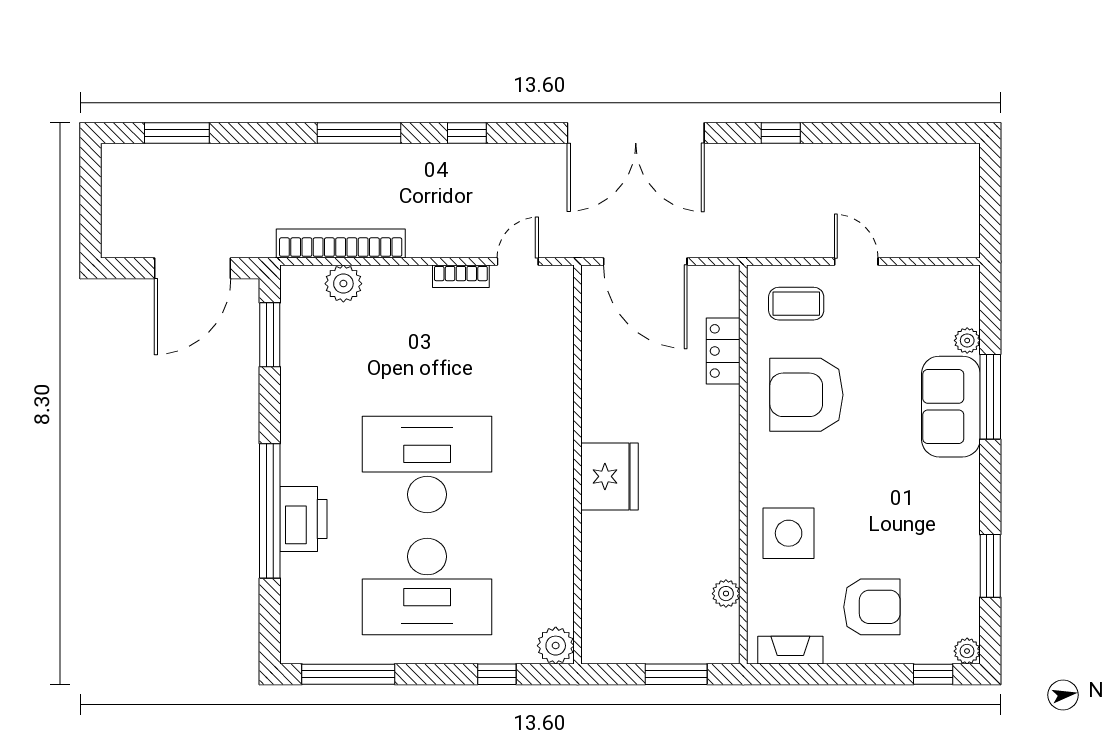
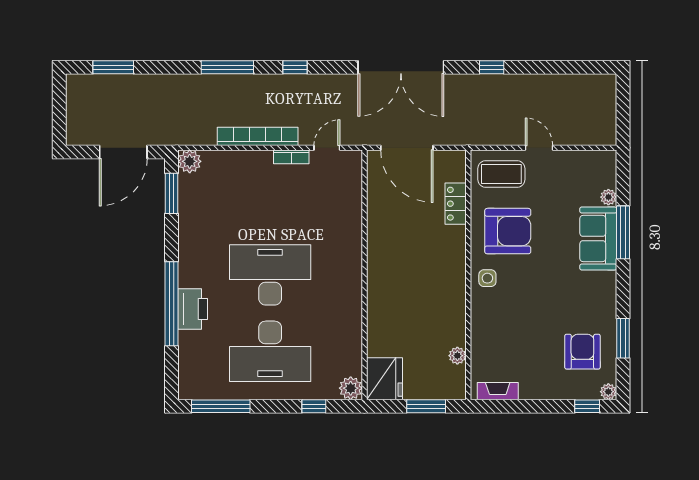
bookcase: (341, 244) -> (258, 136), moved
plant: (343, 284) -> (190, 161), moved
coffee table: (796, 304) -> (501, 174), width x1.36, depth x1.30
armchair: (806, 395) -> (508, 231), turned 180
fridge: (610, 476) -> (384, 379), moved
side table: (789, 533) -> (487, 278), moved, width x0.54, depth x0.54
armchair: (872, 607) -> (582, 352), moved, turned -90

